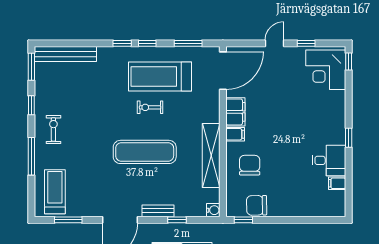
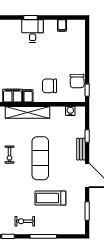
shelving: (211, 155) -> (28, 112), moved
desk: (329, 160) -> (33, 31), moved
treadmill: (55, 192) -> (50, 198), moved
water cooler: (213, 210) -> (70, 111), moved

